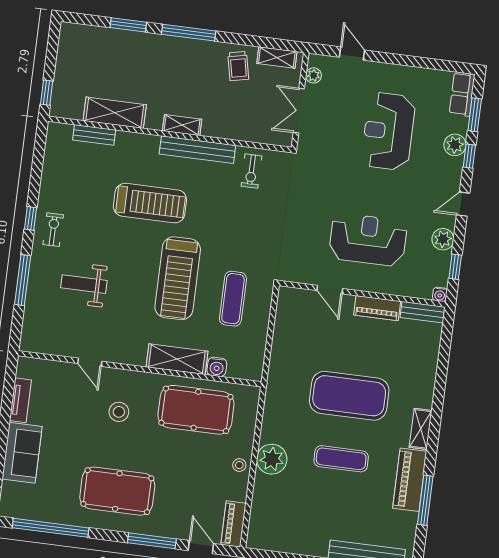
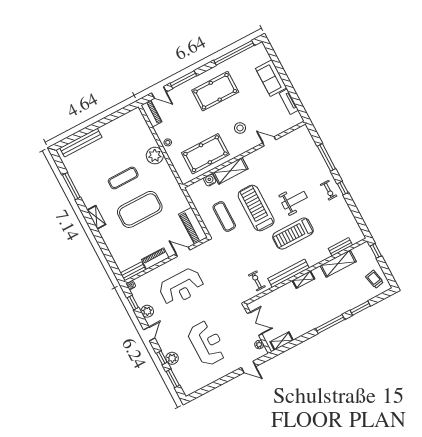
trolley: (238, 66) -> (375, 279), moved
row of seats: (462, 94) -> (185, 384), removed
weight bench: (84, 284) -> (294, 200), moved
piano: (410, 480) -> (193, 226), moved, turned 180

